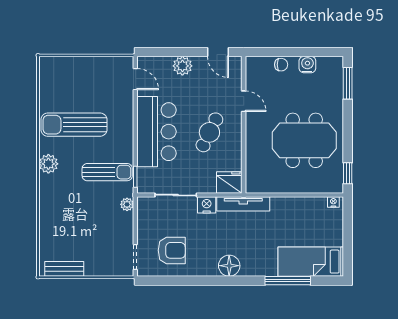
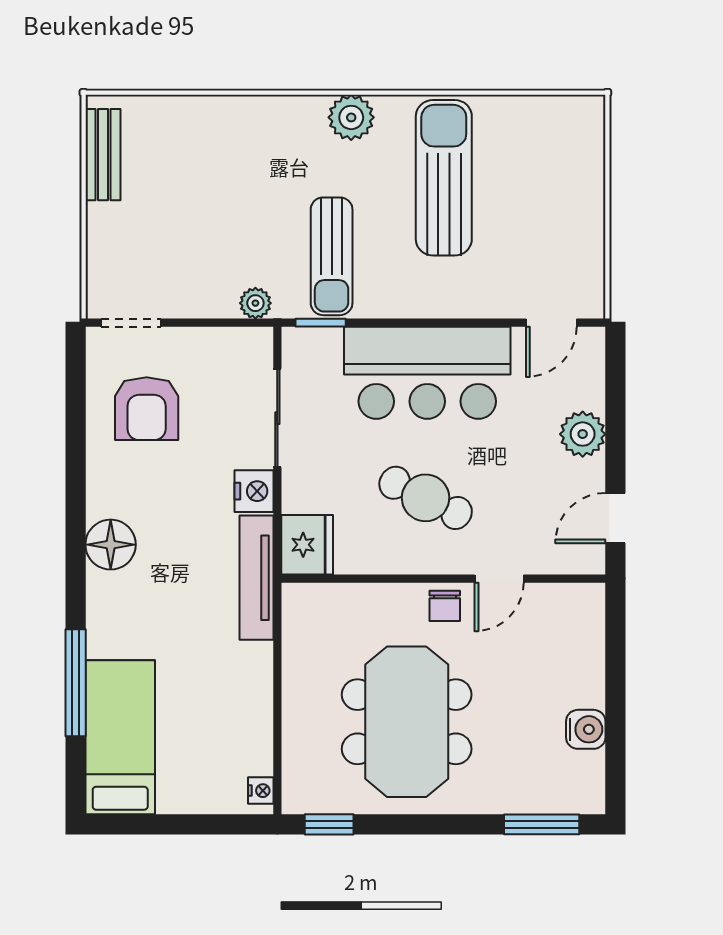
chair: (281, 65) -> (445, 606), moved

